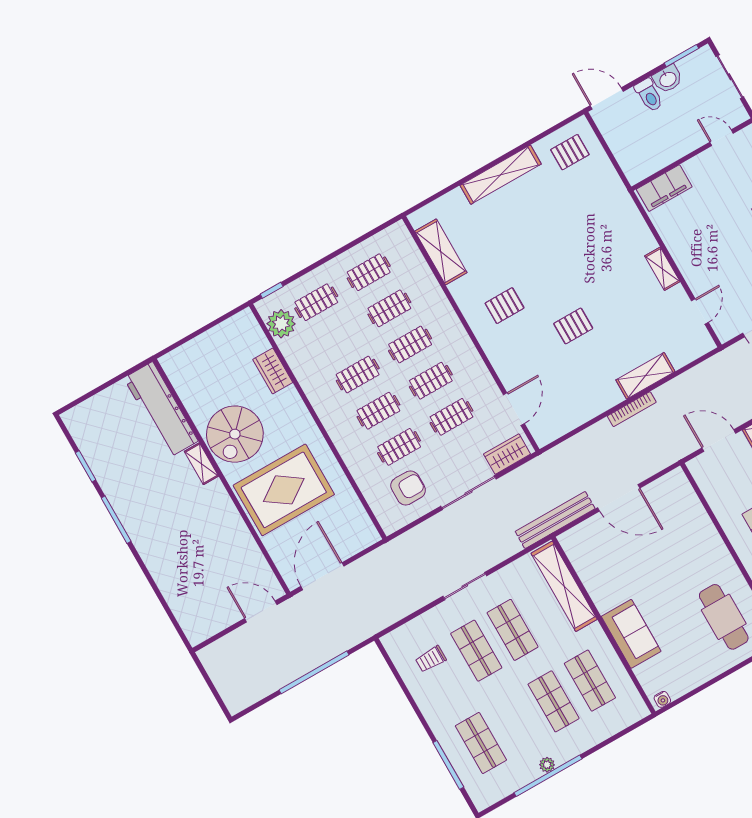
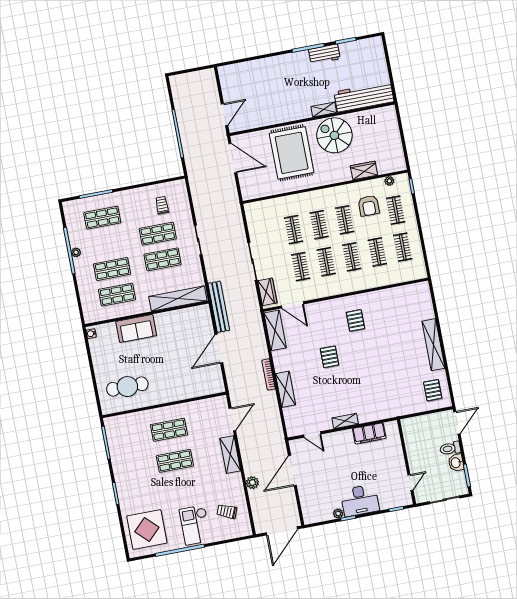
filing cabinet: (664, 188) -> (369, 433), moved, turned -90
shelving: (441, 252) -> (275, 330), moved, turned 90
plant: (281, 324) -> (389, 181), width x0.53, depth x0.53
armchair: (408, 488) -> (369, 206), moved
workbench: (117, 492) -> (324, 54), added

